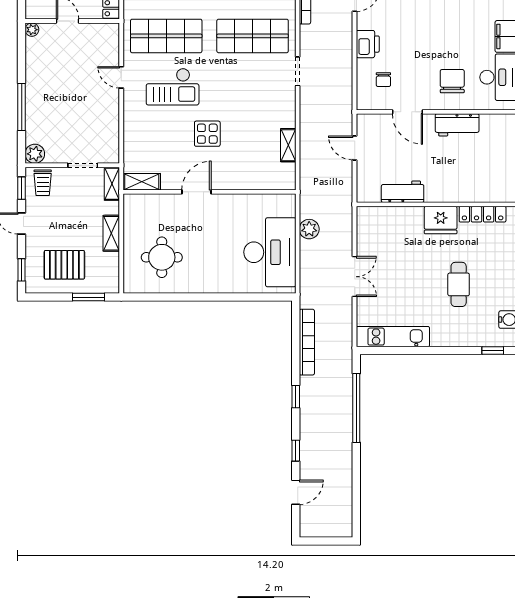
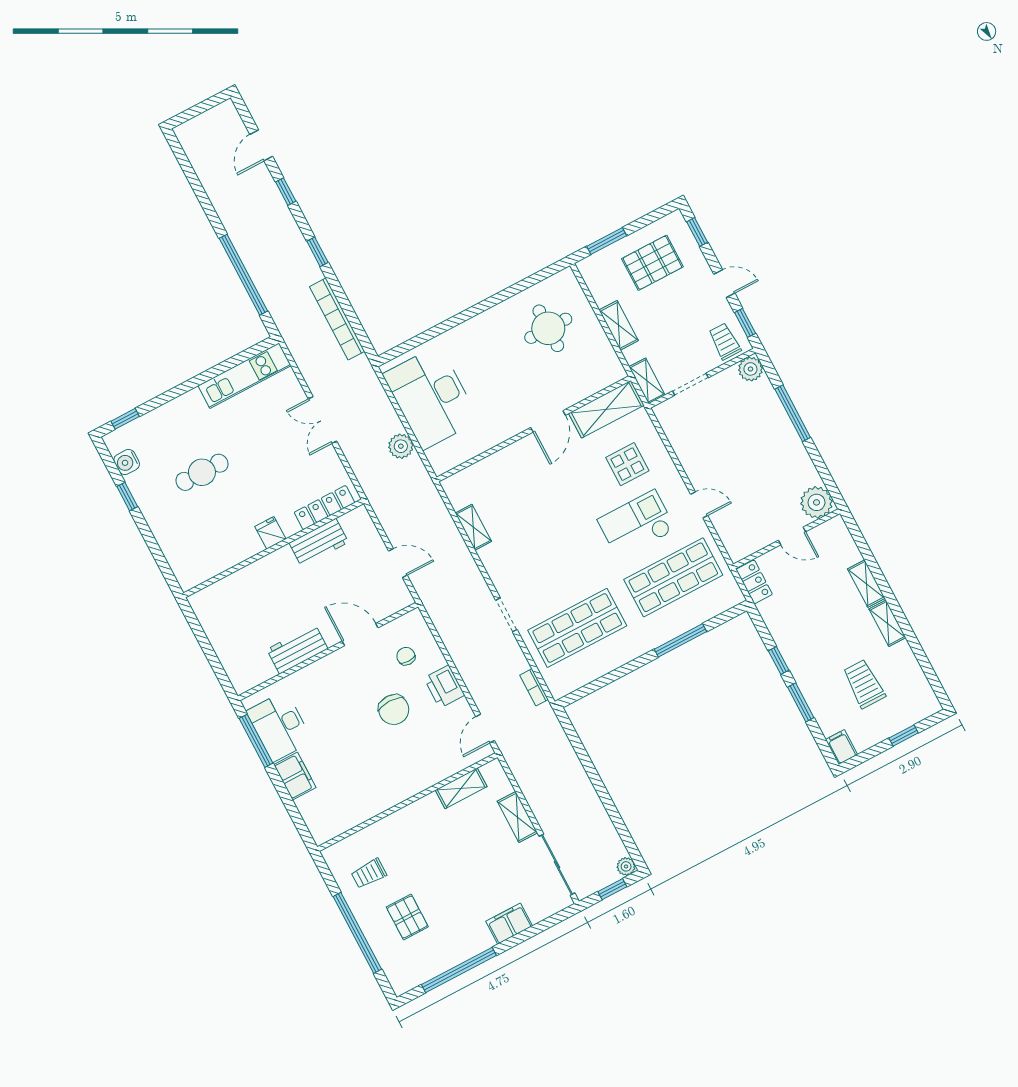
plant: (32, 30) -> (817, 502), width x1.87, depth x1.87
chair: (452, 81) -> (394, 710), moved
display table: (207, 134) -> (627, 464), moved
shelving: (142, 182) -> (606, 409), width x1.50, depth x1.33
locker: (483, 214) -> (325, 508), moved
fridge: (441, 220) -> (270, 533), width x0.53, depth x0.75
cafe table: (459, 284) -> (202, 472), turned 90

